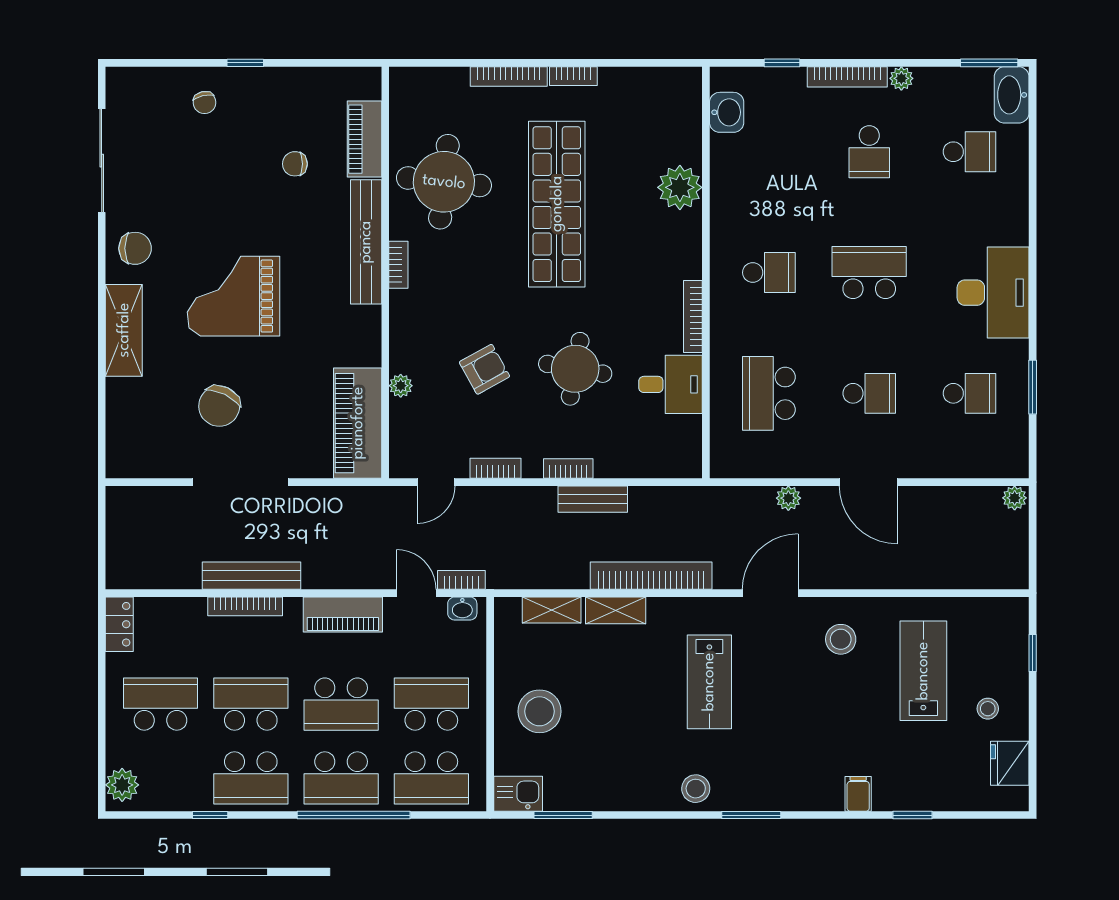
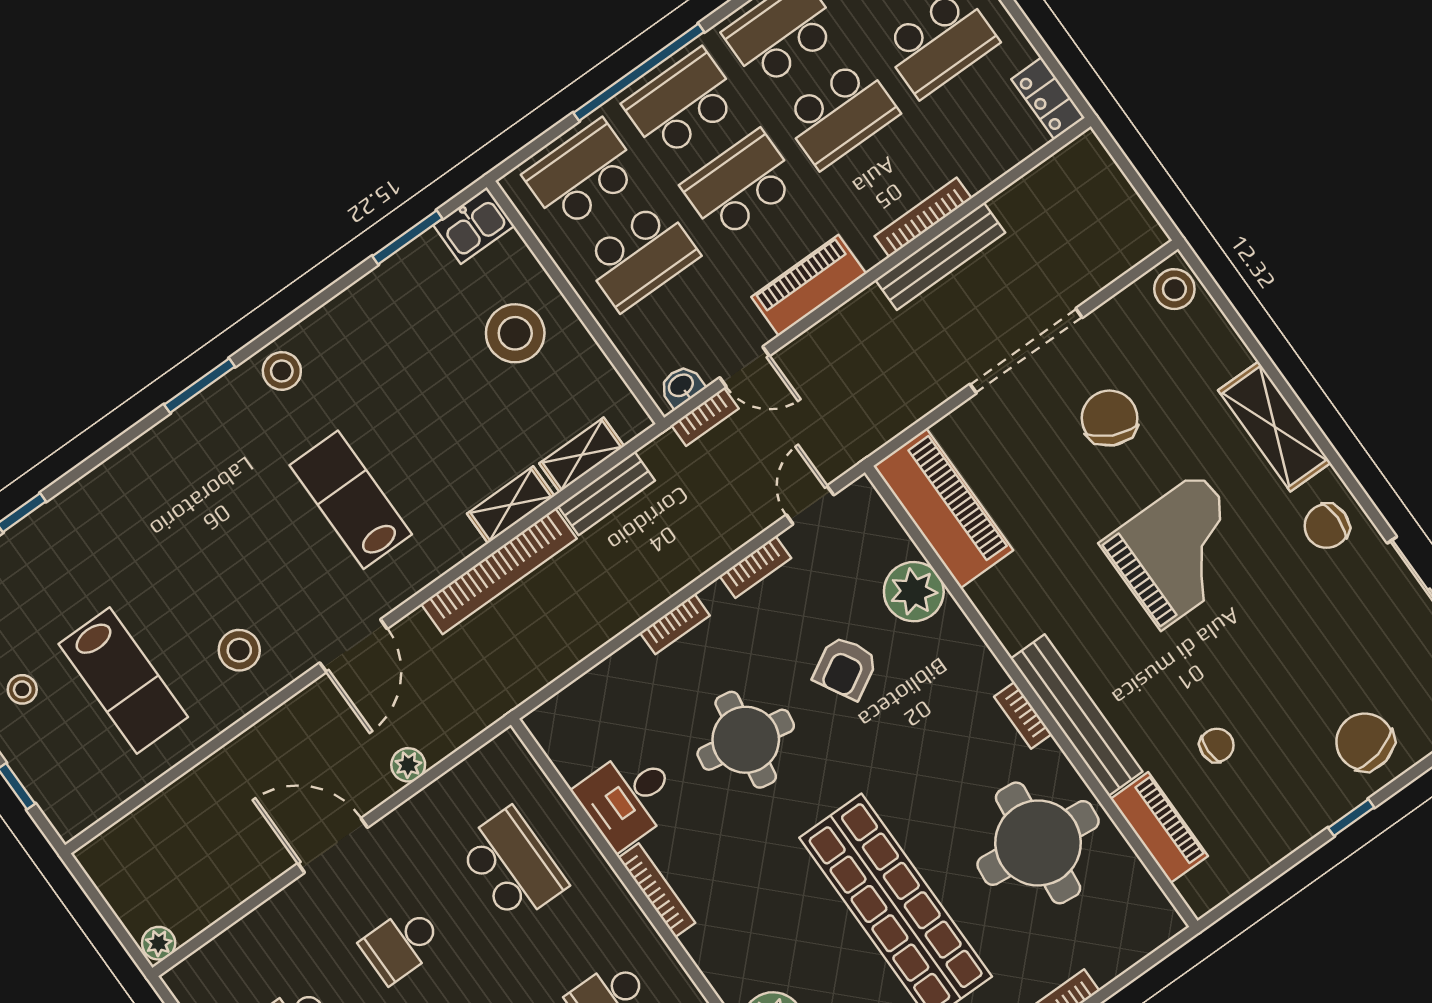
chair: (205, 103) -> (1365, 742), width x1.87, depth x1.87
plant: (401, 386) -> (914, 592), width x1.87, depth x1.87
stool: (125, 456) -> (1174, 289), added
bench: (593, 499) -> (606, 493), moved
filing cabinet: (858, 794) -> (98, 493), removed

